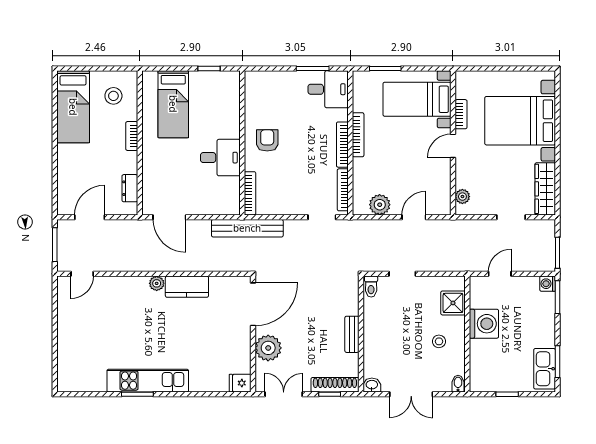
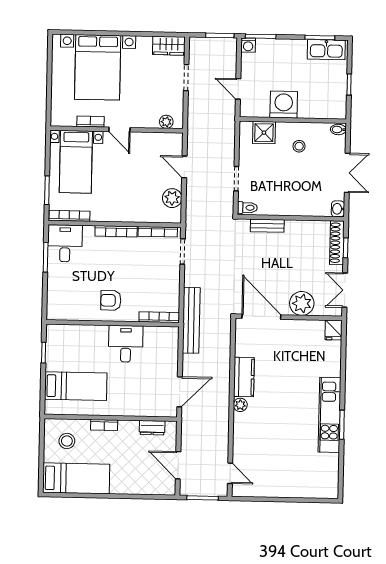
bookcase: (358, 135) -> (69, 216), moved
wardrobe: (545, 189) -> (169, 46), width x0.67
bench: (352, 334) -> (267, 226), moved

